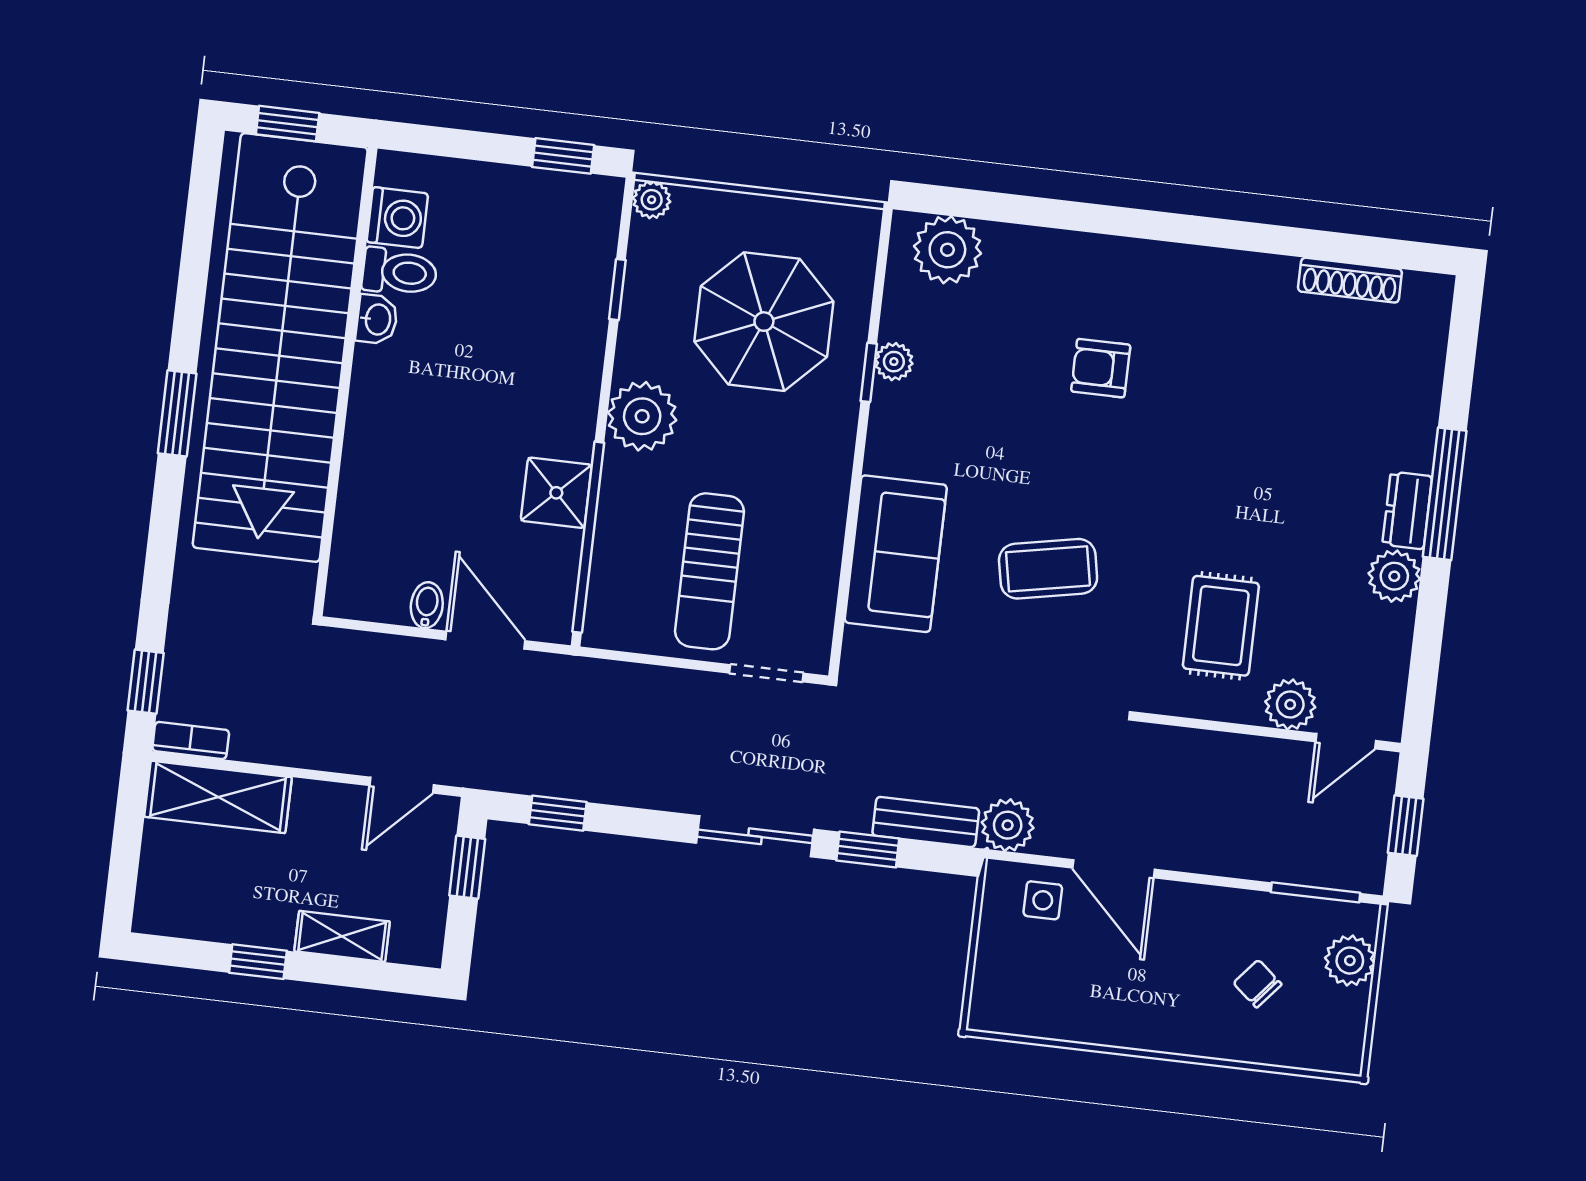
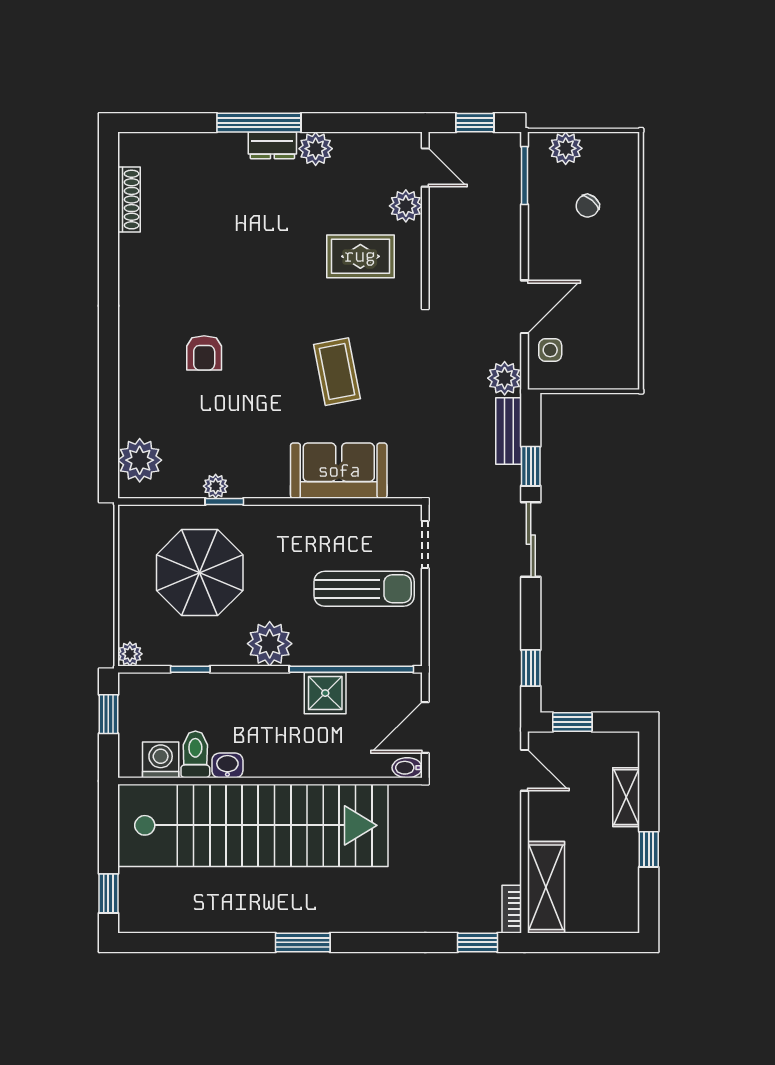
washing machine: (397, 218) -> (161, 760), moved
toilet: (400, 272) -> (195, 754), moved
washbasin: (377, 319) -> (227, 765), moved
stairs: (280, 348) -> (253, 825), moved
wall: (345, 382) -> (270, 781), moved

